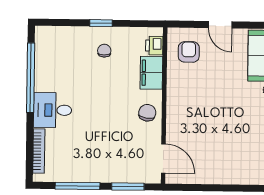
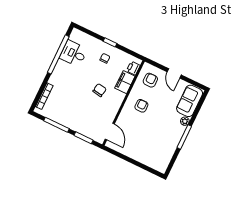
armchair: (193, 97) -> (141, 106), added
desk: (53, 110) -> (74, 54), moved
chair: (147, 113) -> (100, 90), moved

